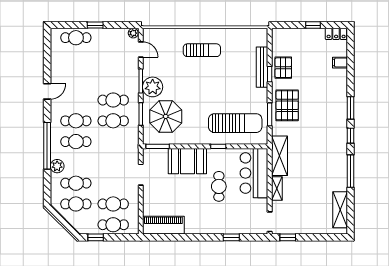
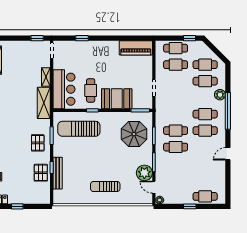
plant: (153, 87) -> (144, 173), moved
pallet: (287, 105) -> (38, 143), width x0.67, depth x0.71
cafe table: (219, 186) -> (91, 90), moved

